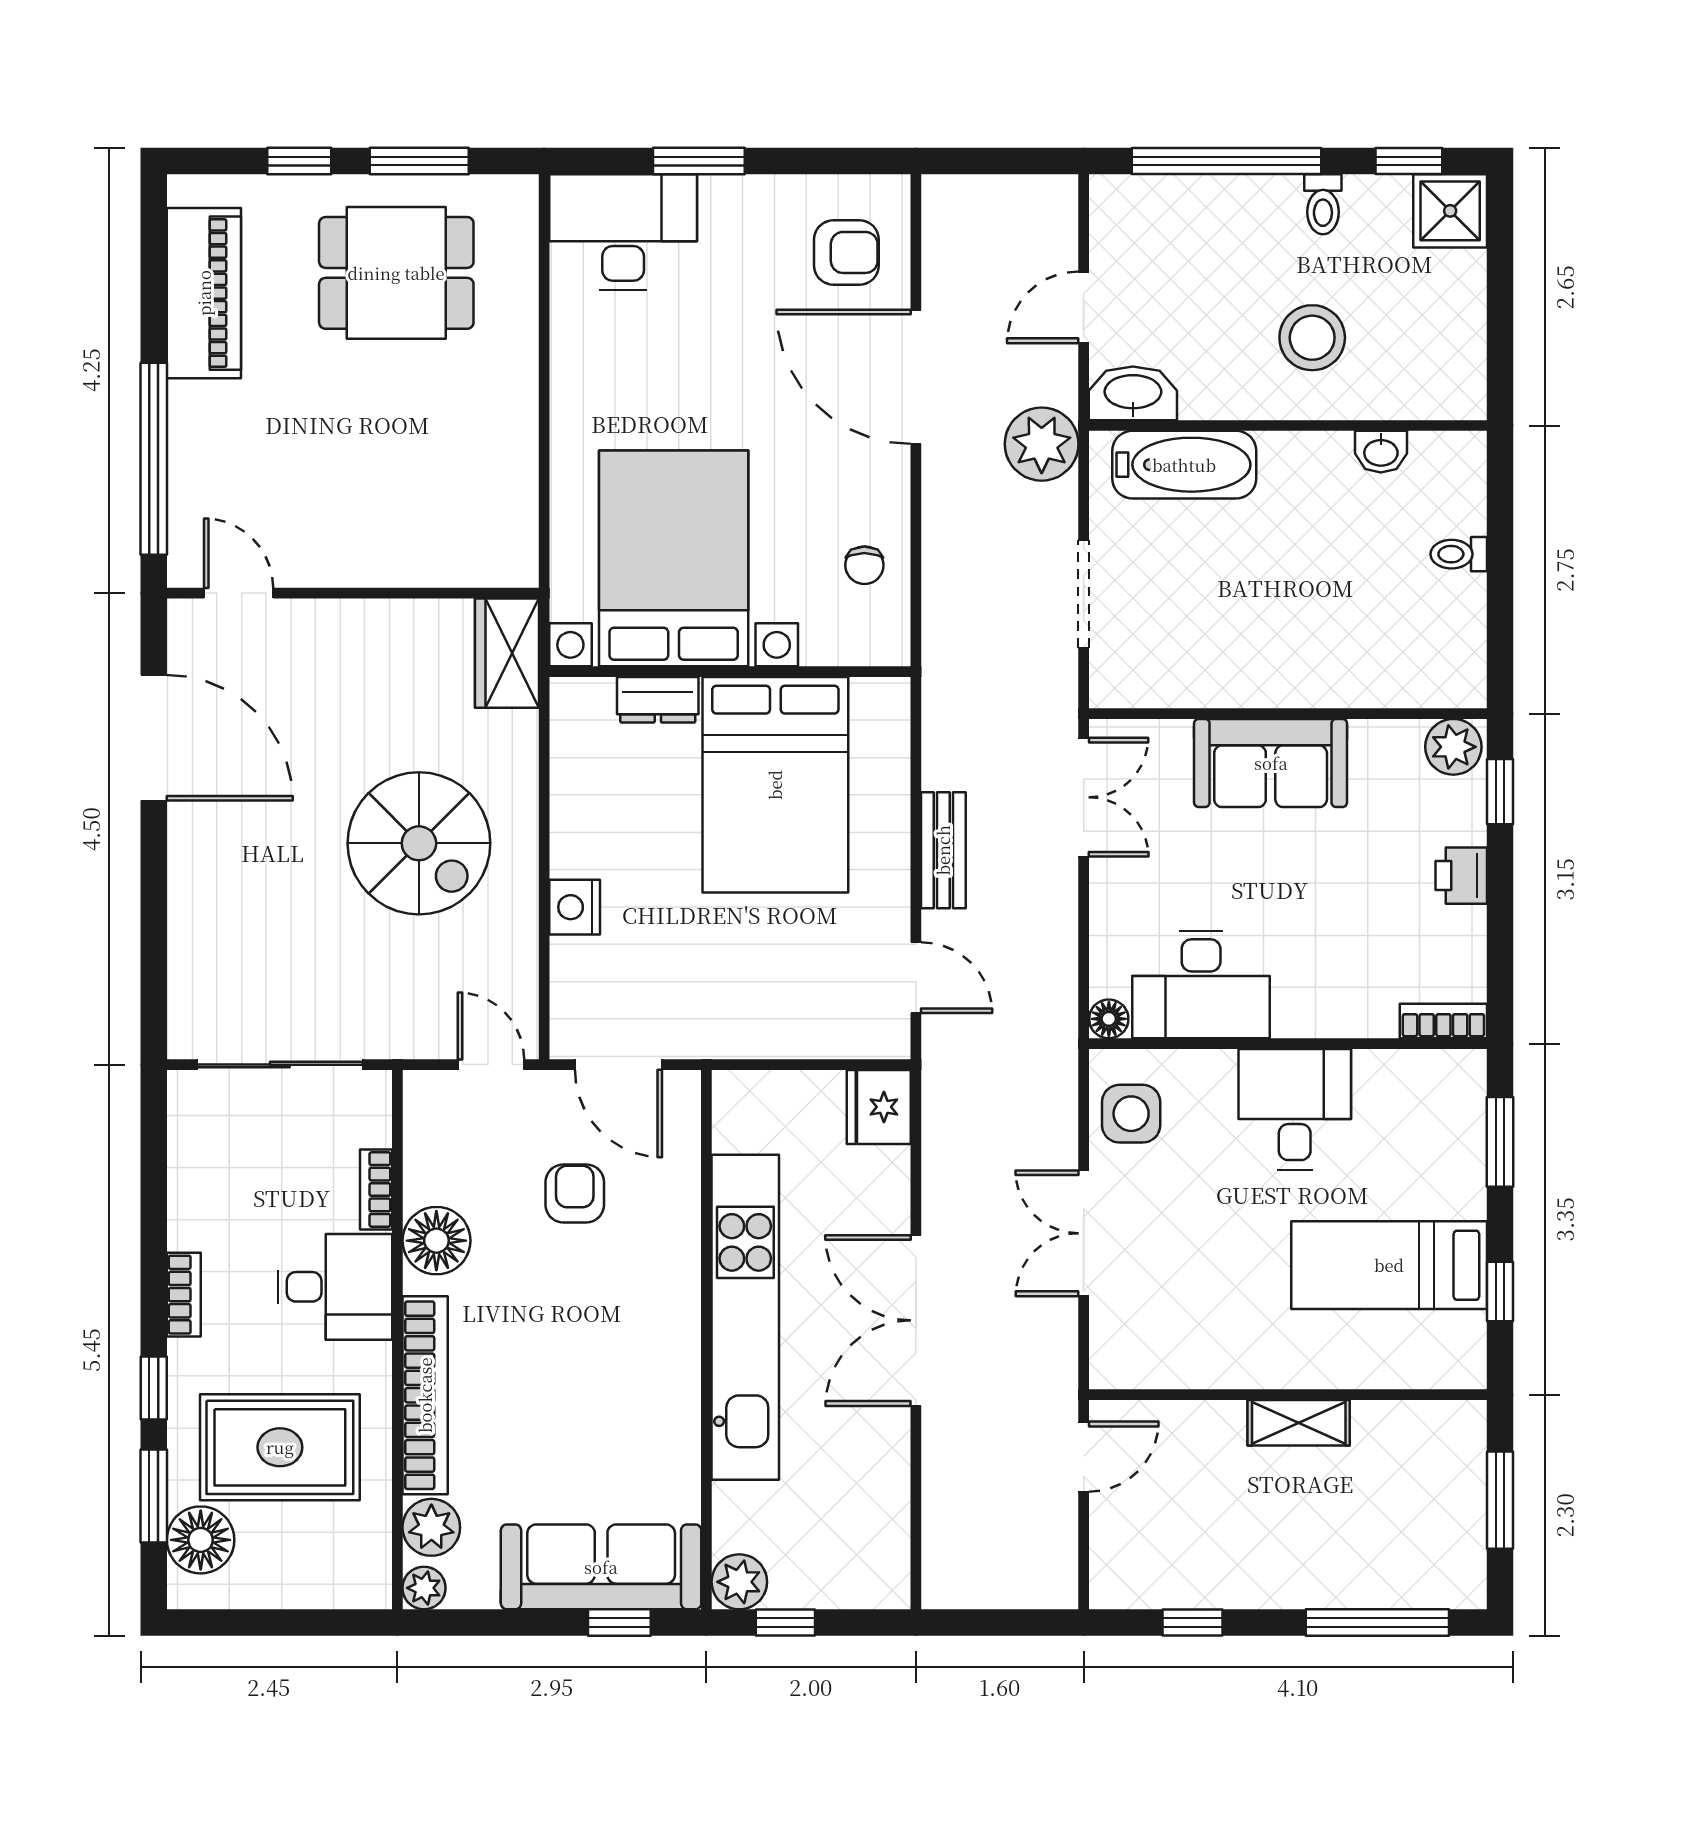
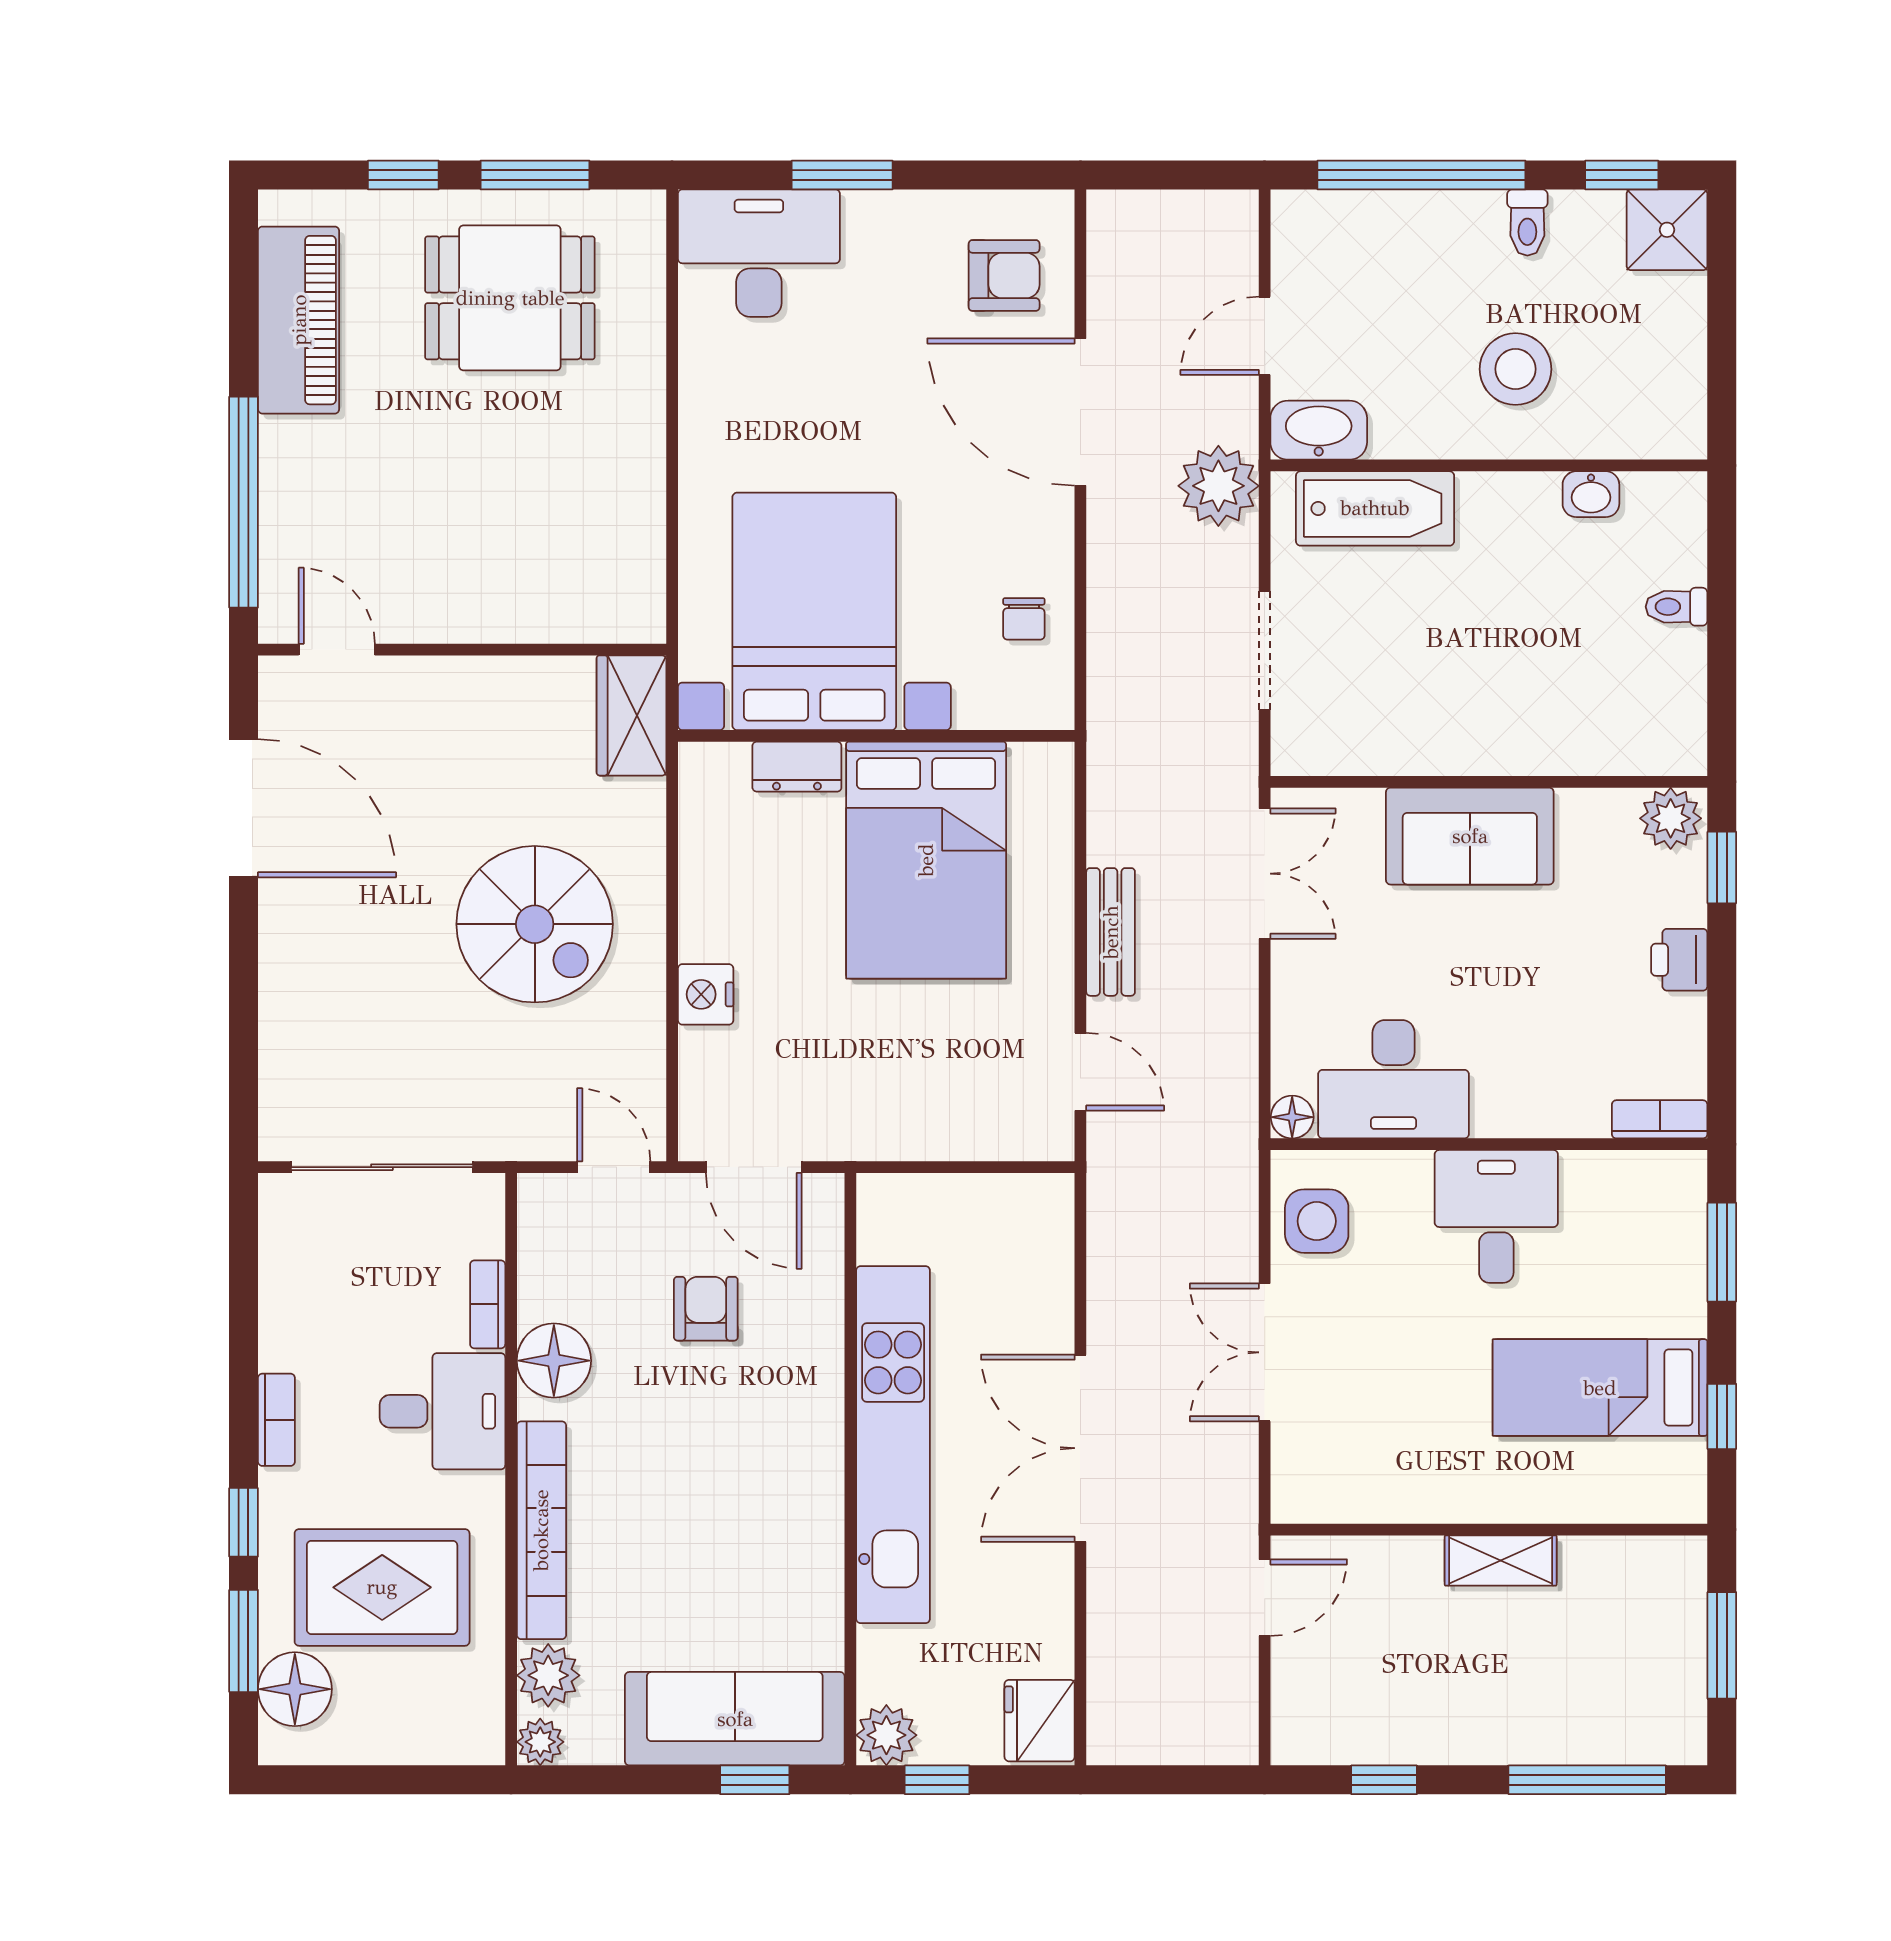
fridge: (879, 1107) -> (1040, 1721), moved

